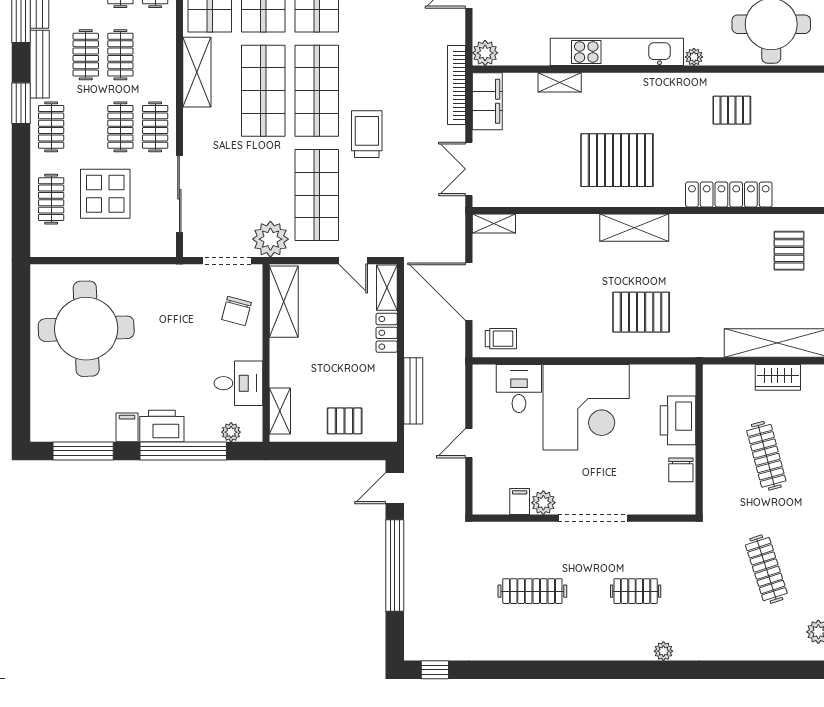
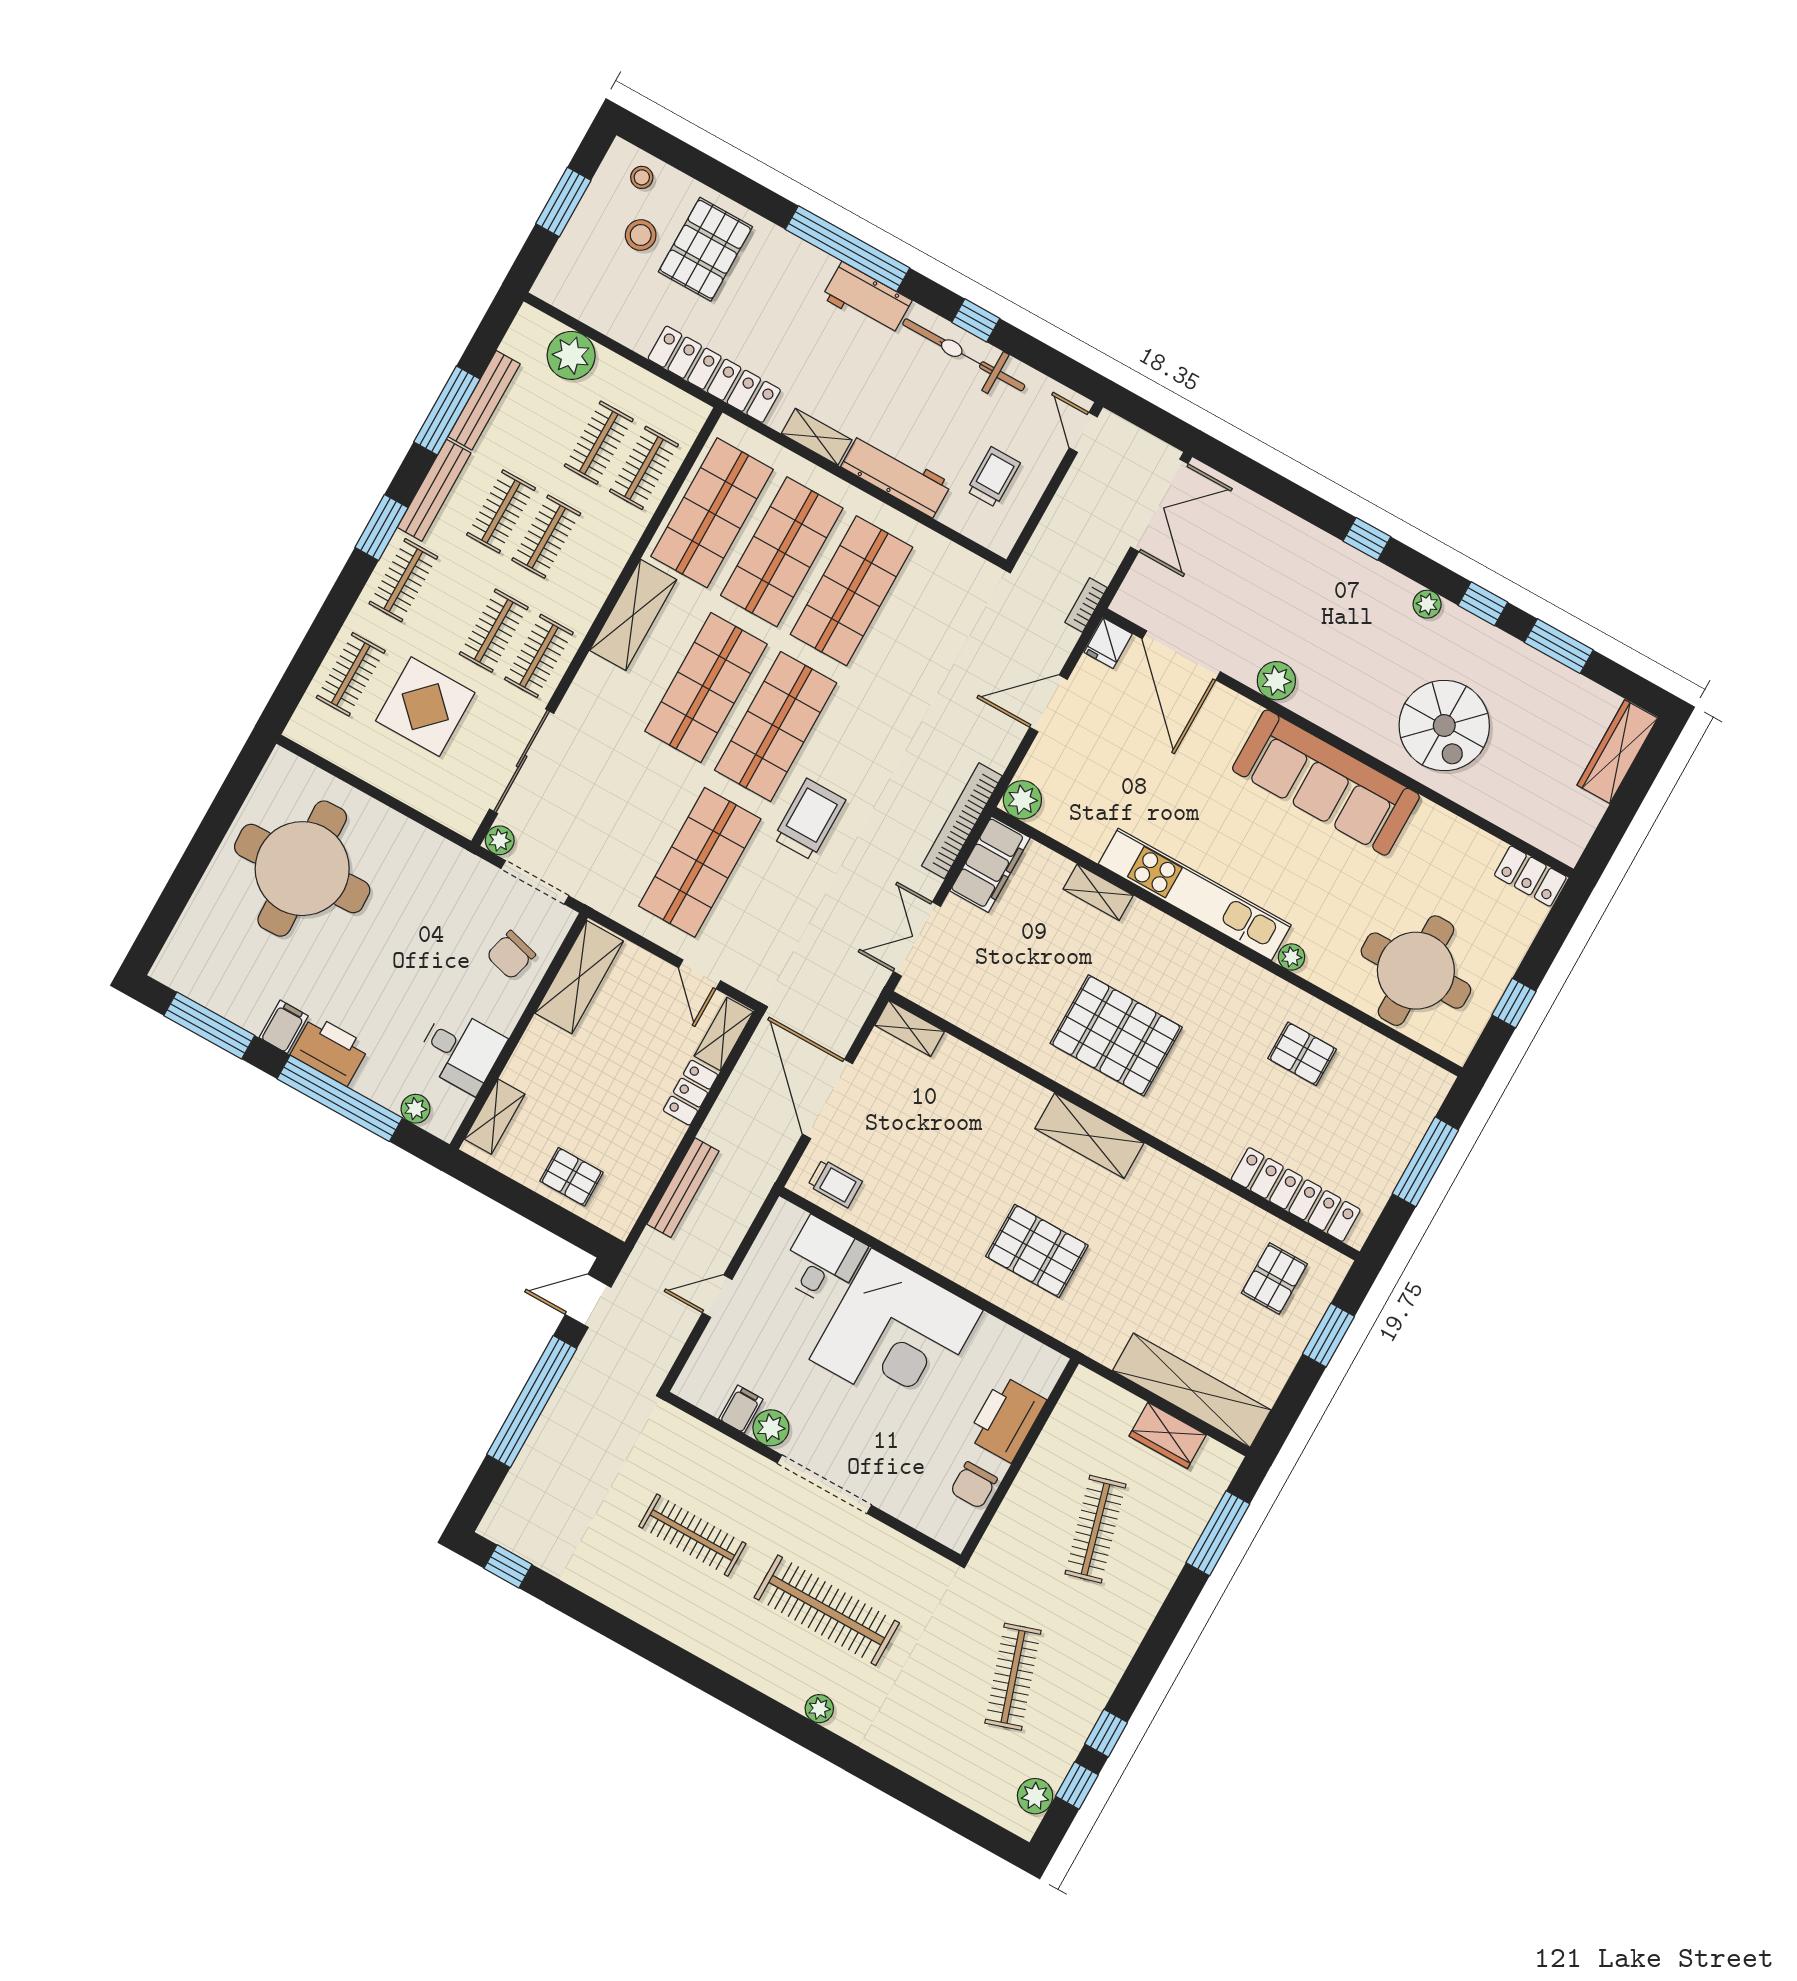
locker: (729, 195) -> (1296, 1194), moved
plant: (270, 239) -> (500, 840), moved, width x0.53, depth x0.53
clothes rail: (636, 591) -> (827, 1610), width x1.86, depth x1.31

